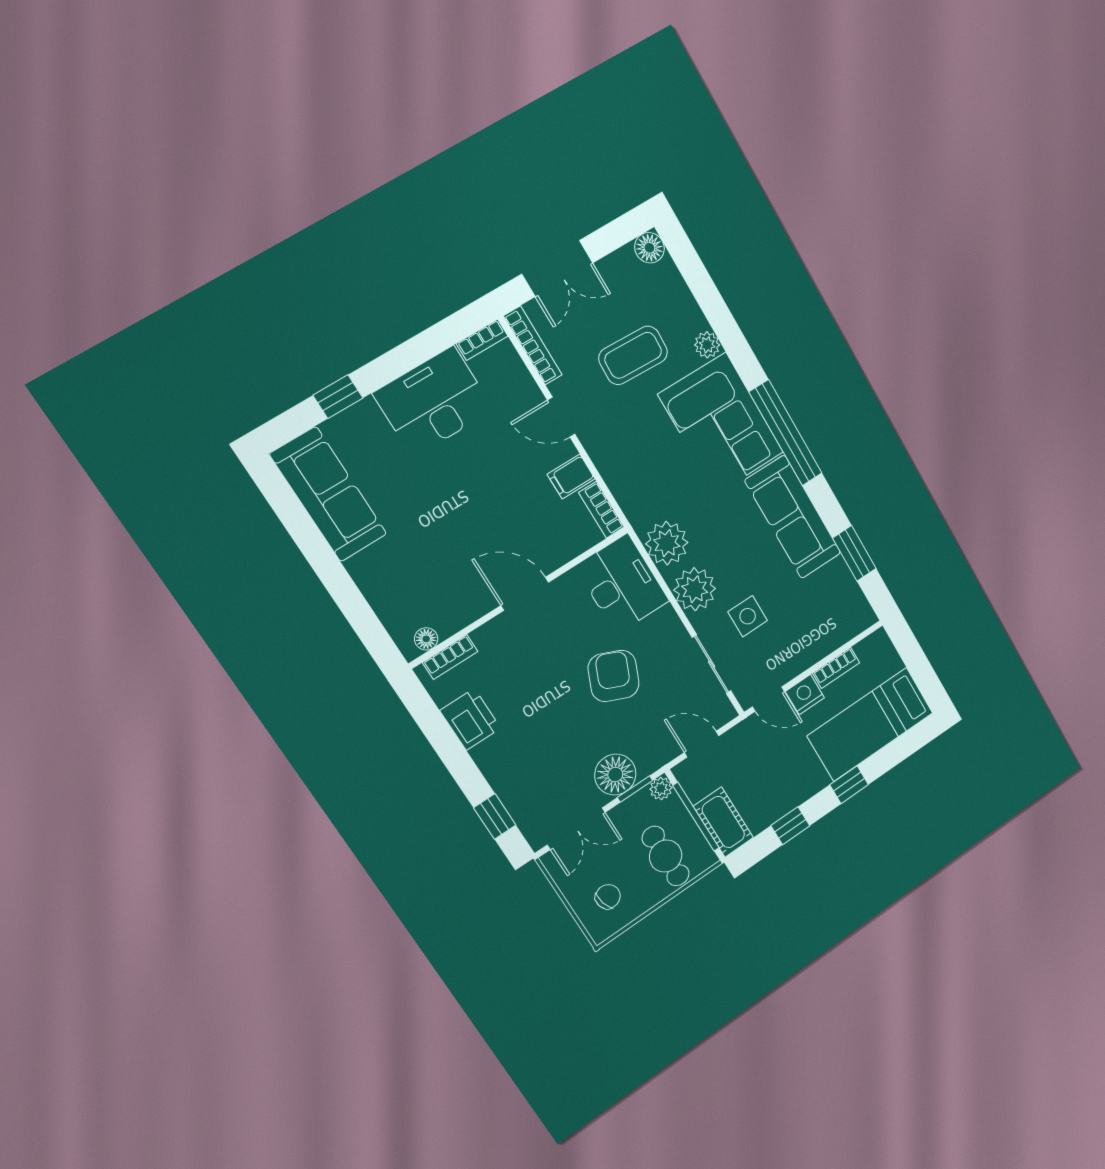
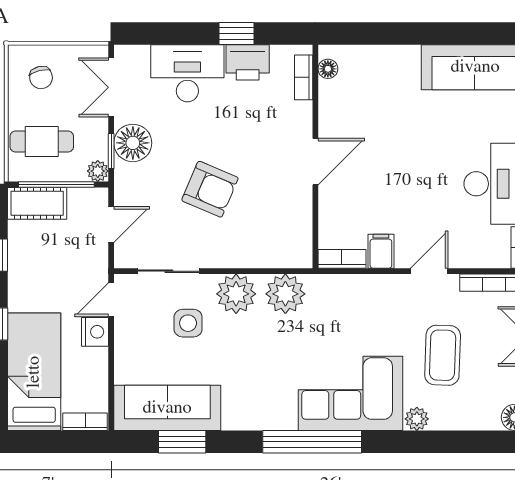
sofa: (793, 517) -> (167, 408), moved
desk: (622, 584) -> (187, 73), moved, turned 180
bookcase: (836, 668) -> (85, 422), moved, turned 90
window: (495, 817) -> (237, 33), moved

